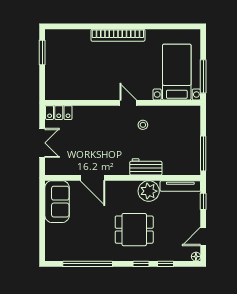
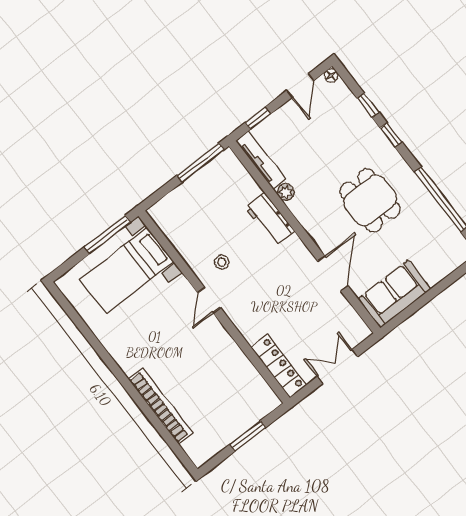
bookcase: (118, 35) -> (161, 406), moved
window: (42, 53) -> (248, 436), moved
locker: (59, 113) -> (279, 366), width x1.53
plant: (149, 191) -> (286, 192), width x0.53, depth x0.53
dining table: (134, 230) -> (370, 200), moved
door: (203, 236) -> (300, 86), hinge flipped

